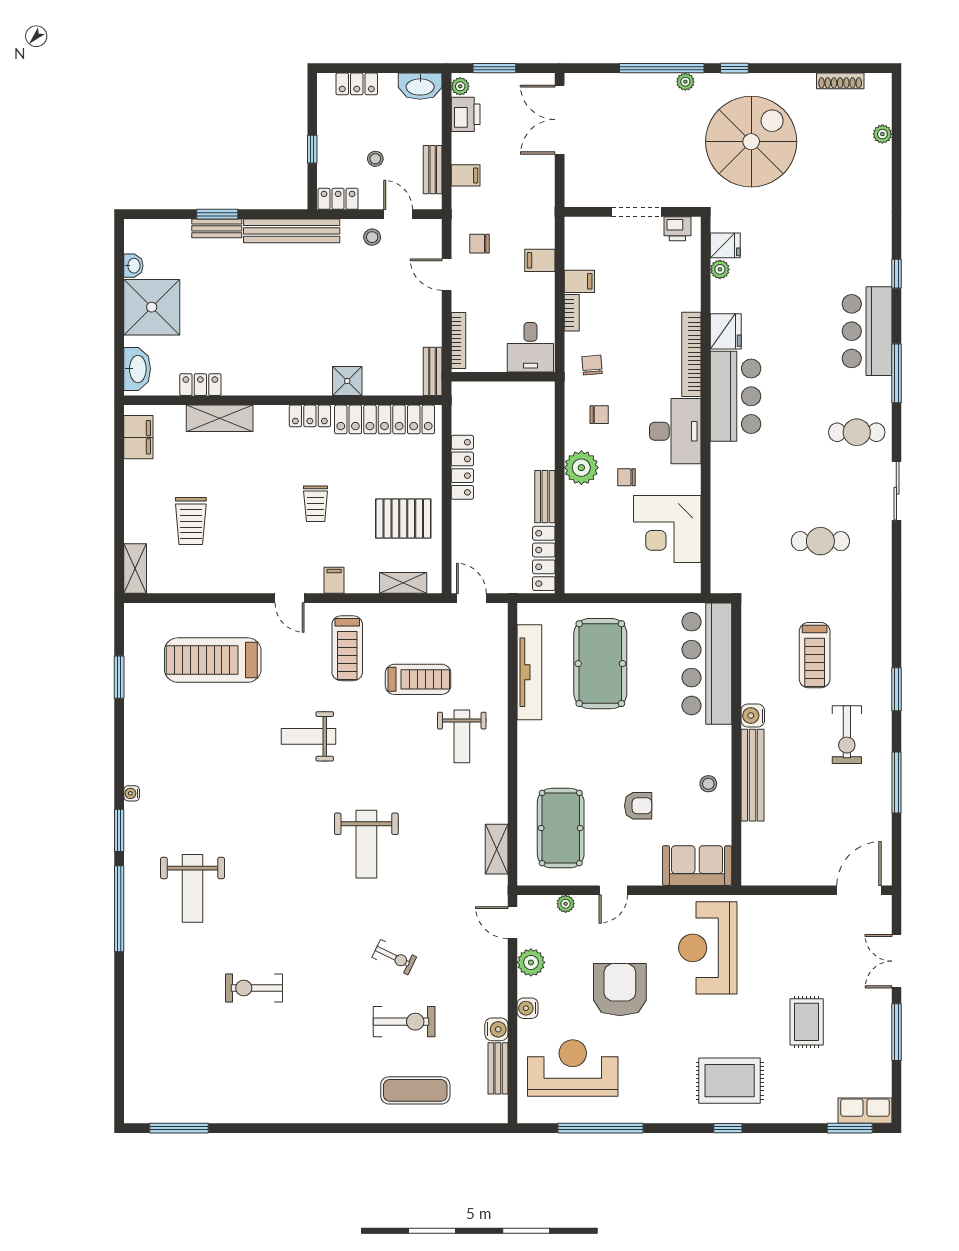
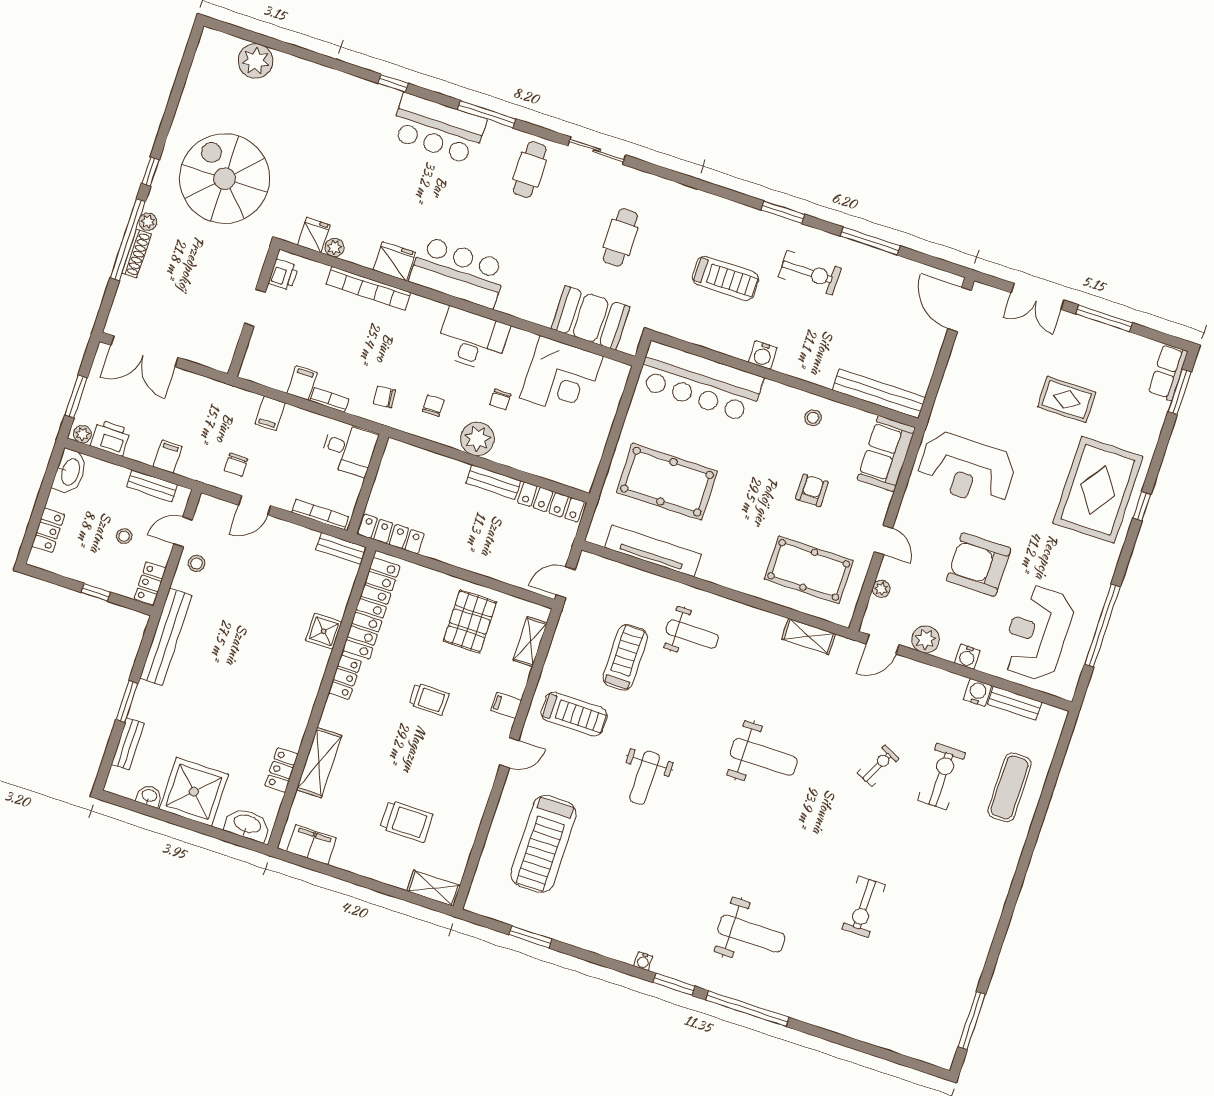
shoe rack: (840, 81) -> (137, 254), moved
plant: (882, 134) -> (256, 61), width x1.88, depth x1.88
doorway: (636, 212) -> (255, 308), width x0.73
bench: (217, 228) -> (128, 744), moved
bookcase: (691, 354) -> (369, 288), moved
locker: (462, 467) -> (391, 534), moved
booth: (734, 538) -> (590, 318), added
bench: (752, 775) -> (879, 394), moved
rug: (730, 1081) -> (1098, 490), width x1.37, depth x1.44

